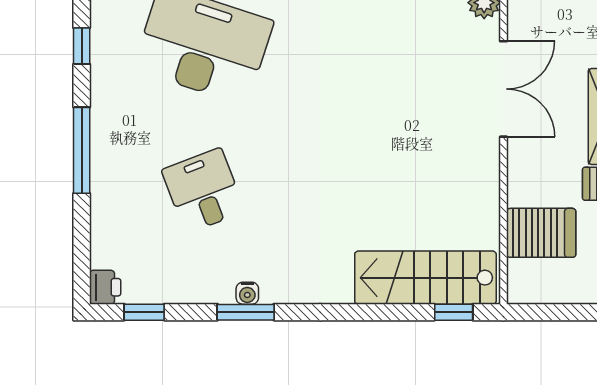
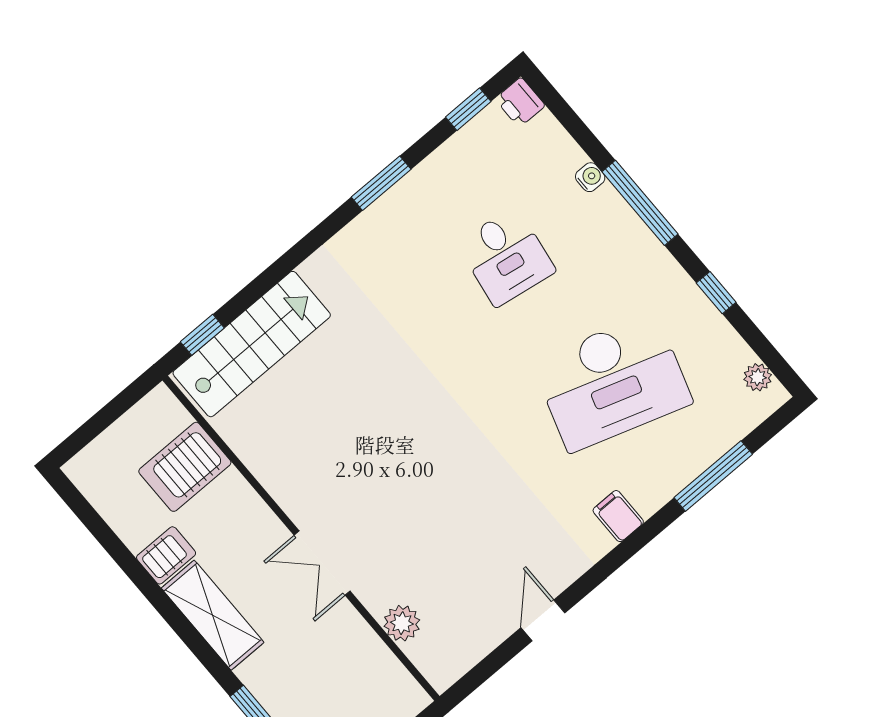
double door: (504, 89) -> (322, 563), width x0.73
desk: (203, 191) -> (506, 257), turned 30
water cooler: (247, 293) -> (590, 177), moved, turned 90

